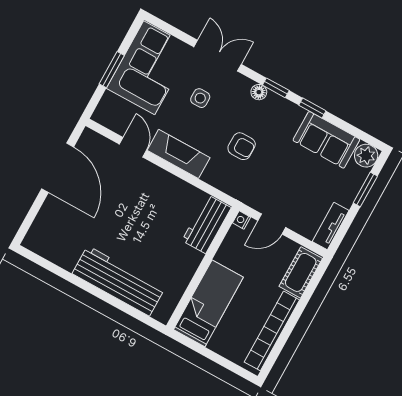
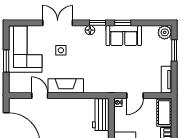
sofa: (326, 140) -> (124, 36), moved
armchair: (242, 146) -> (97, 64), removed

